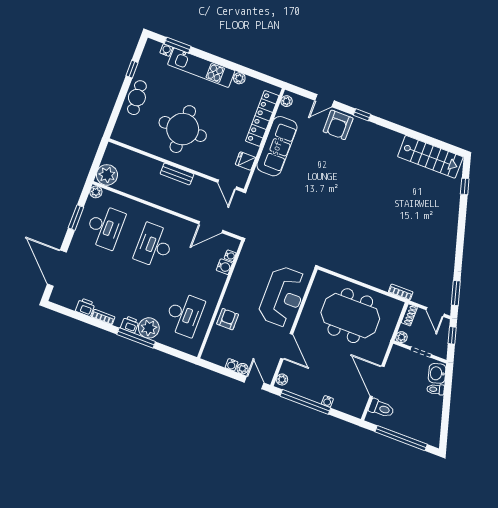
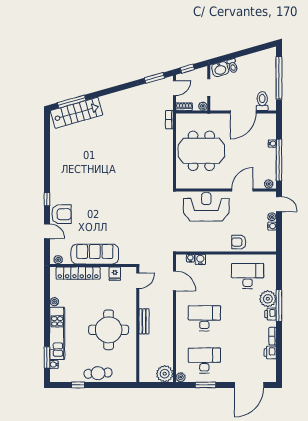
stairs: (430, 157) -> (77, 113), moved, turned 74
window: (465, 186) -> (72, 101), width x2.17
desk: (154, 246) -> (204, 318), turned 180
meeting table: (350, 316) -> (201, 151), turned 90
door: (254, 383) -> (279, 204), swing flipped

